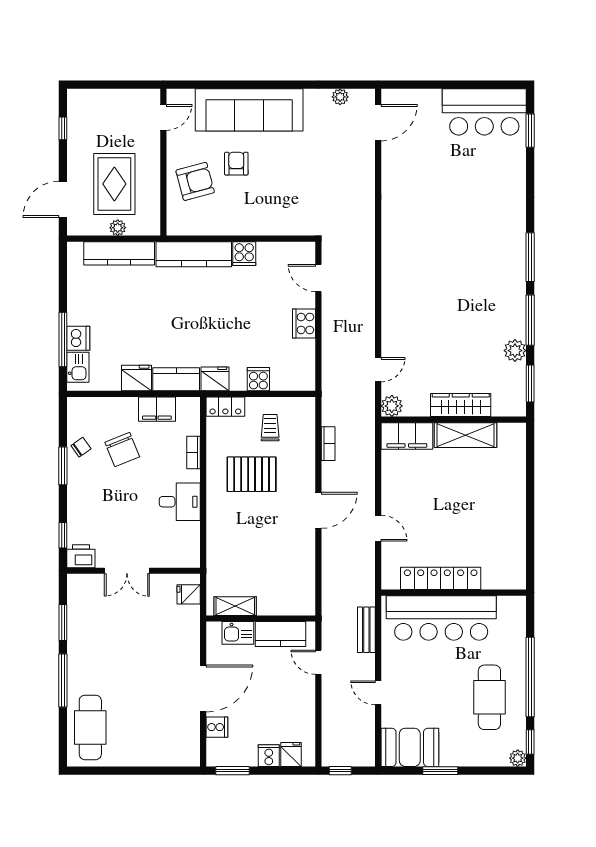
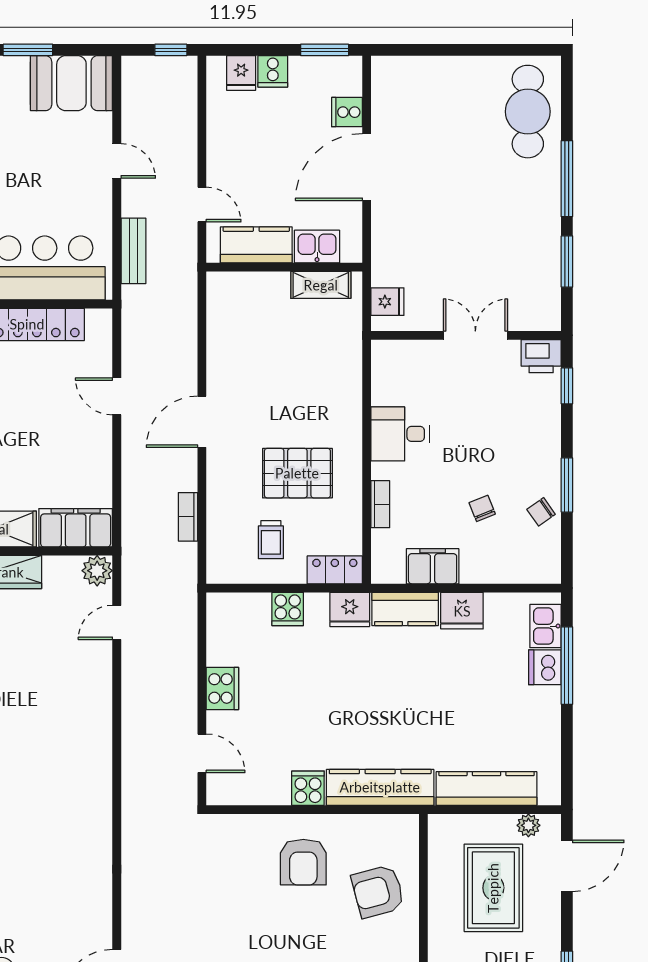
armchair: (236, 164) -> (303, 862), moved, width x1.38, depth x1.38
plant: (118, 228) -> (528, 825), moved
chair: (122, 450) -> (482, 508), width x0.54, depth x0.54

